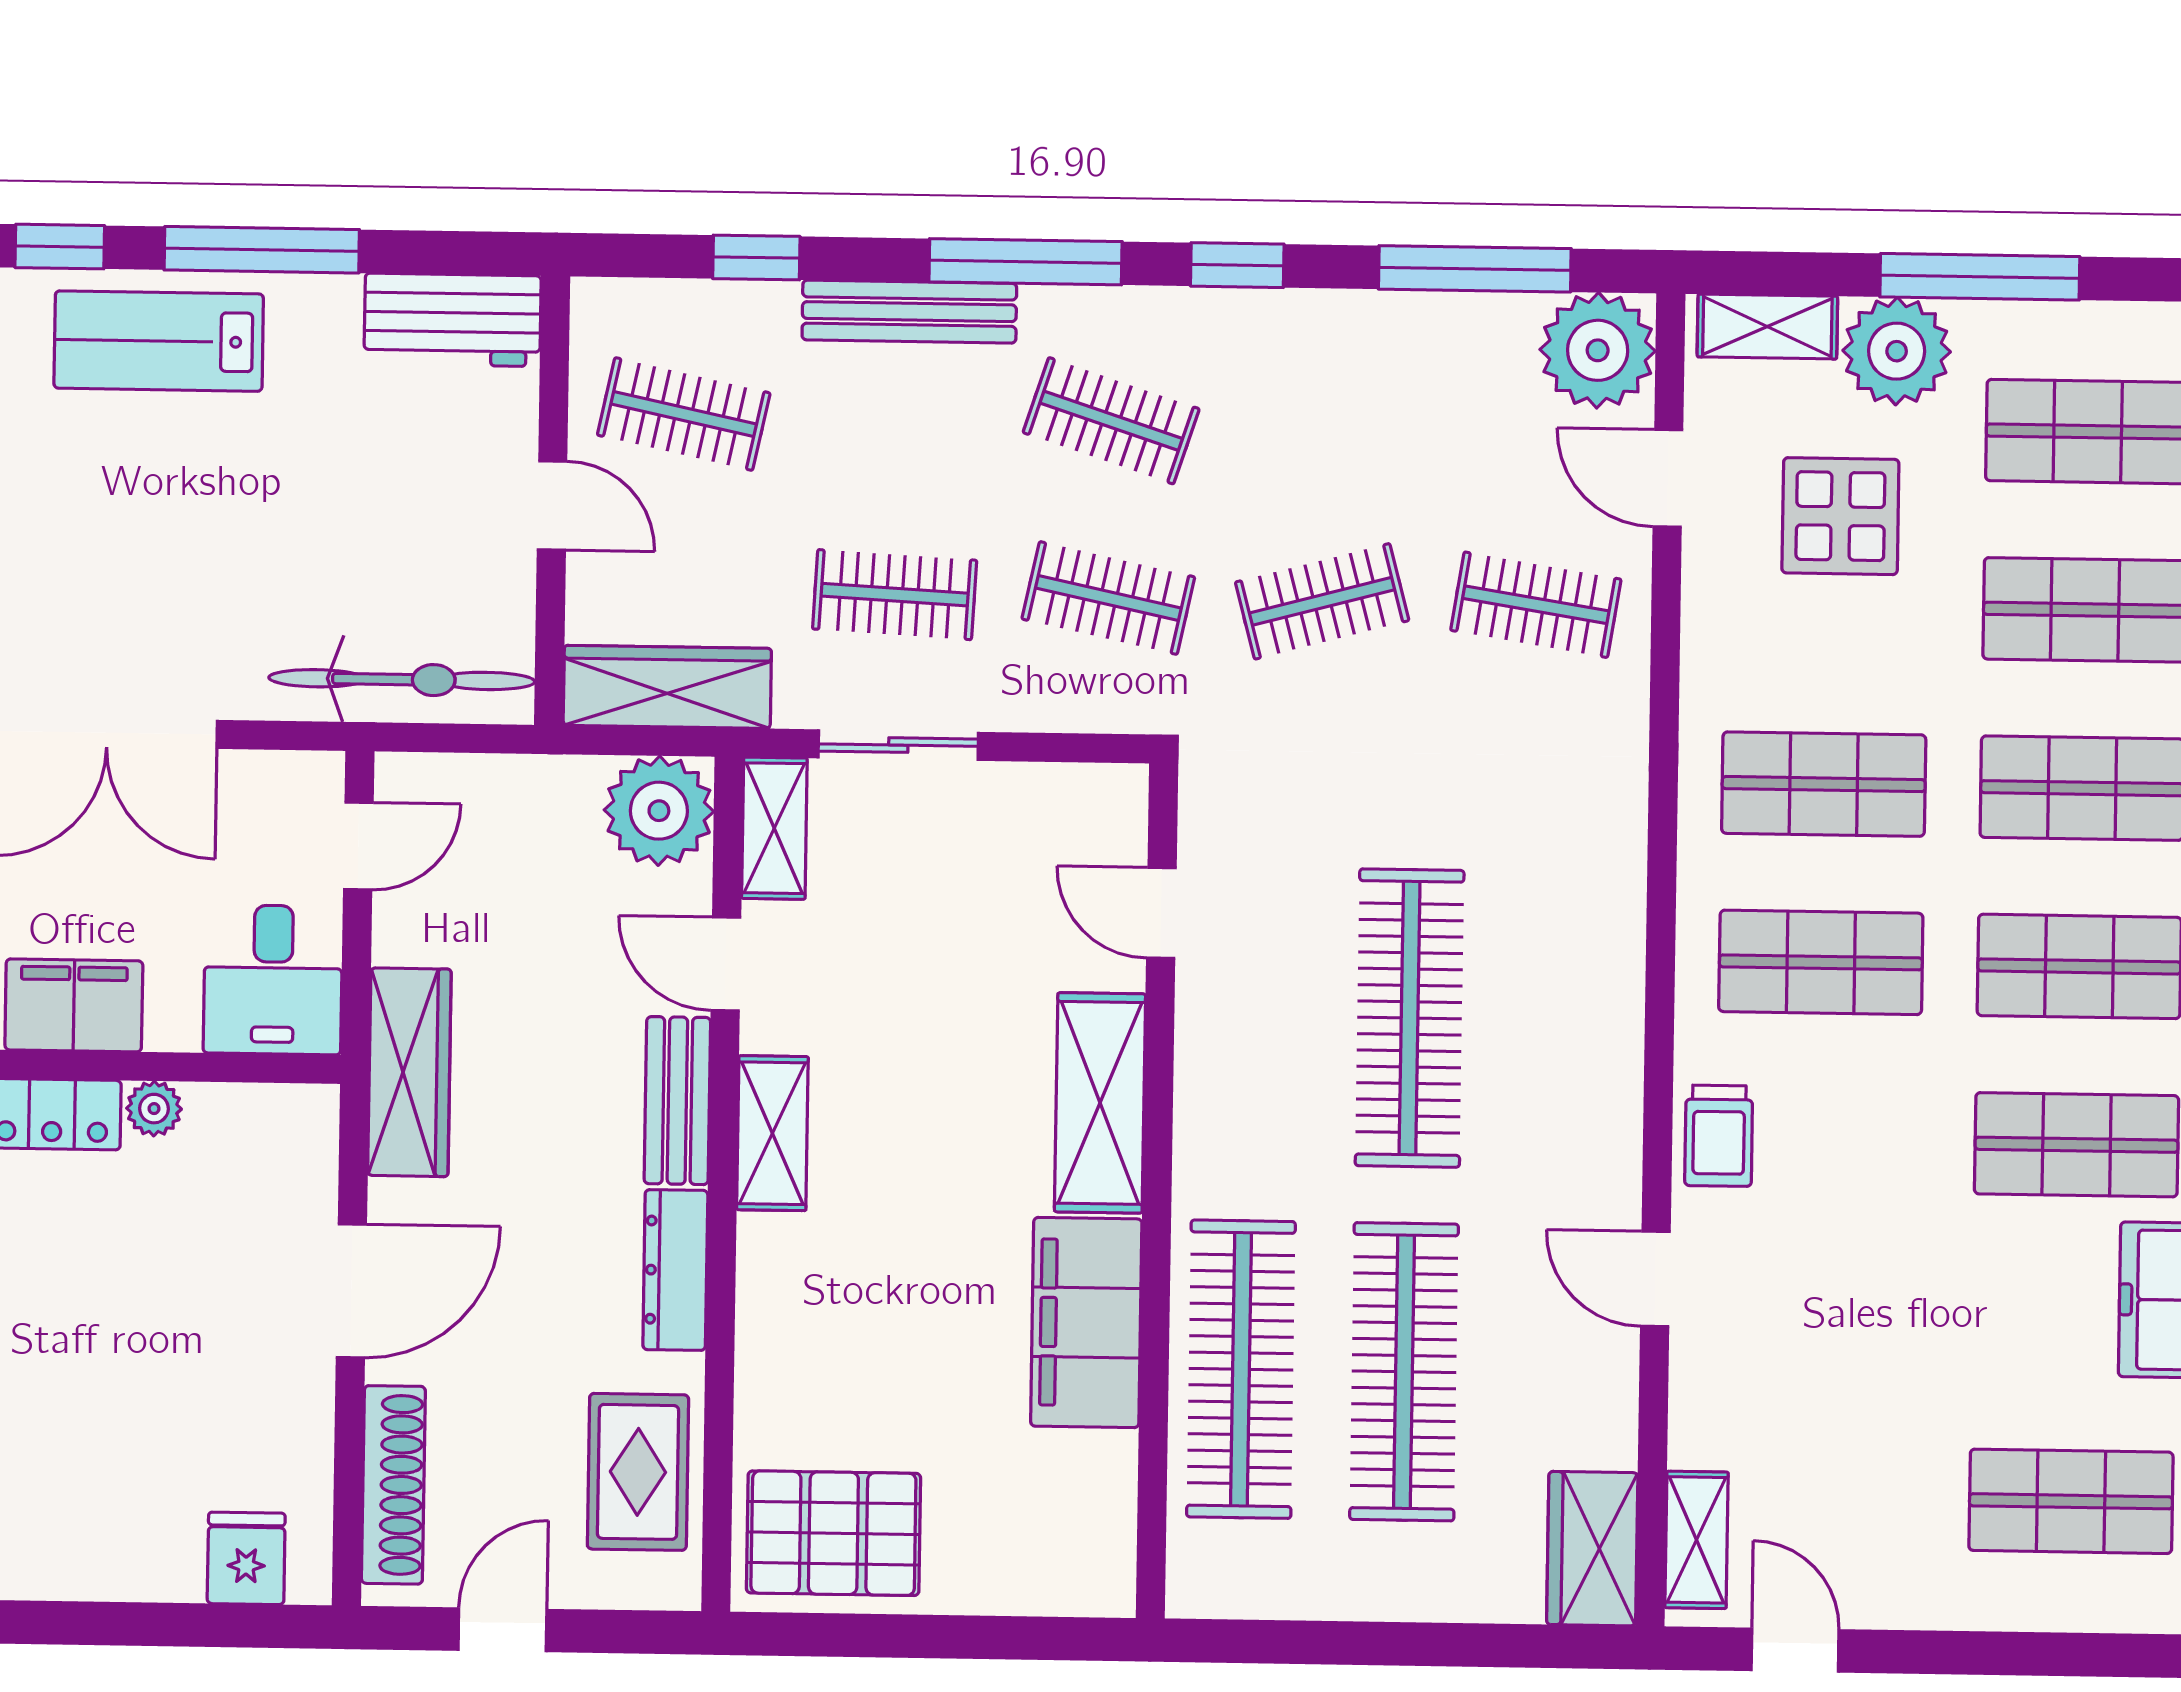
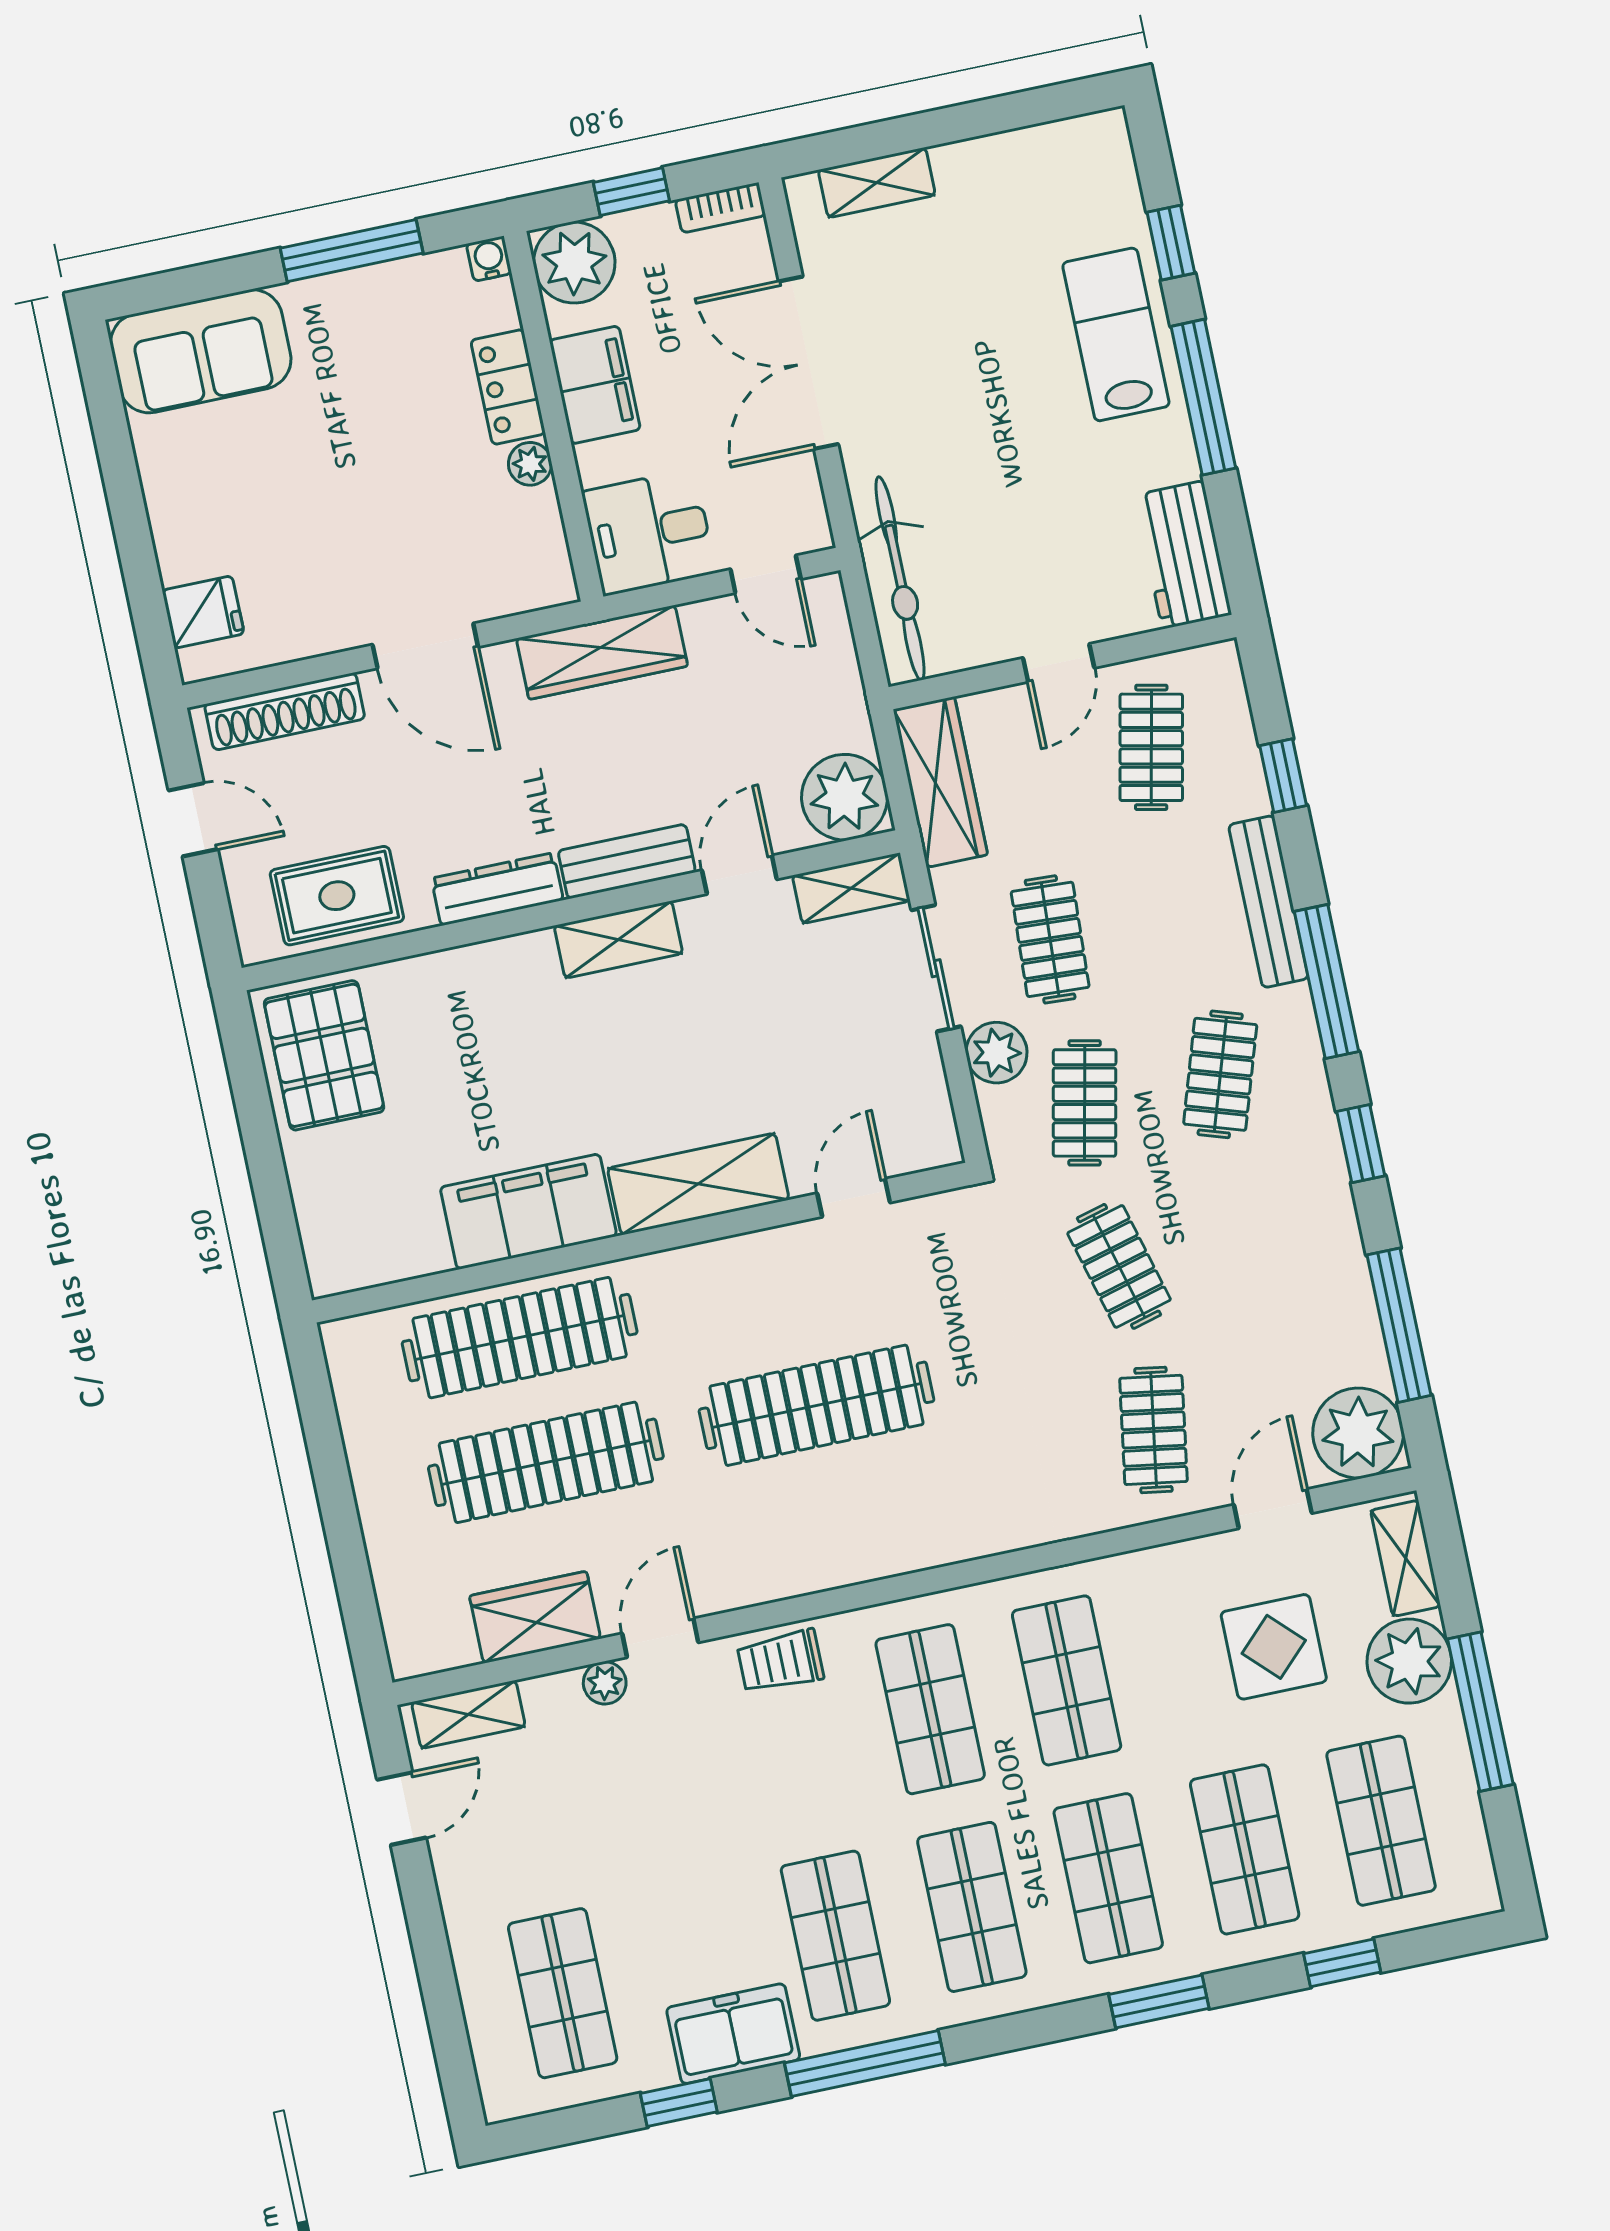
plant: (1021, 694) -> (996, 1053), added
plant: (1696, 1361) -> (605, 1683), added
wardrobe: (1592, 1549) -> (535, 1617), moved

